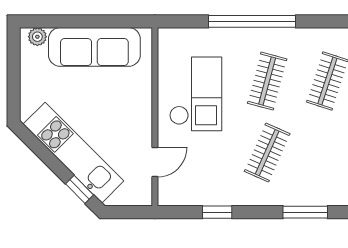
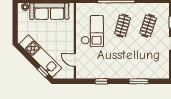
clothes rail: (267, 153) -> (123, 56), removed
door: (155, 162) -> (75, 60), swing flipped

